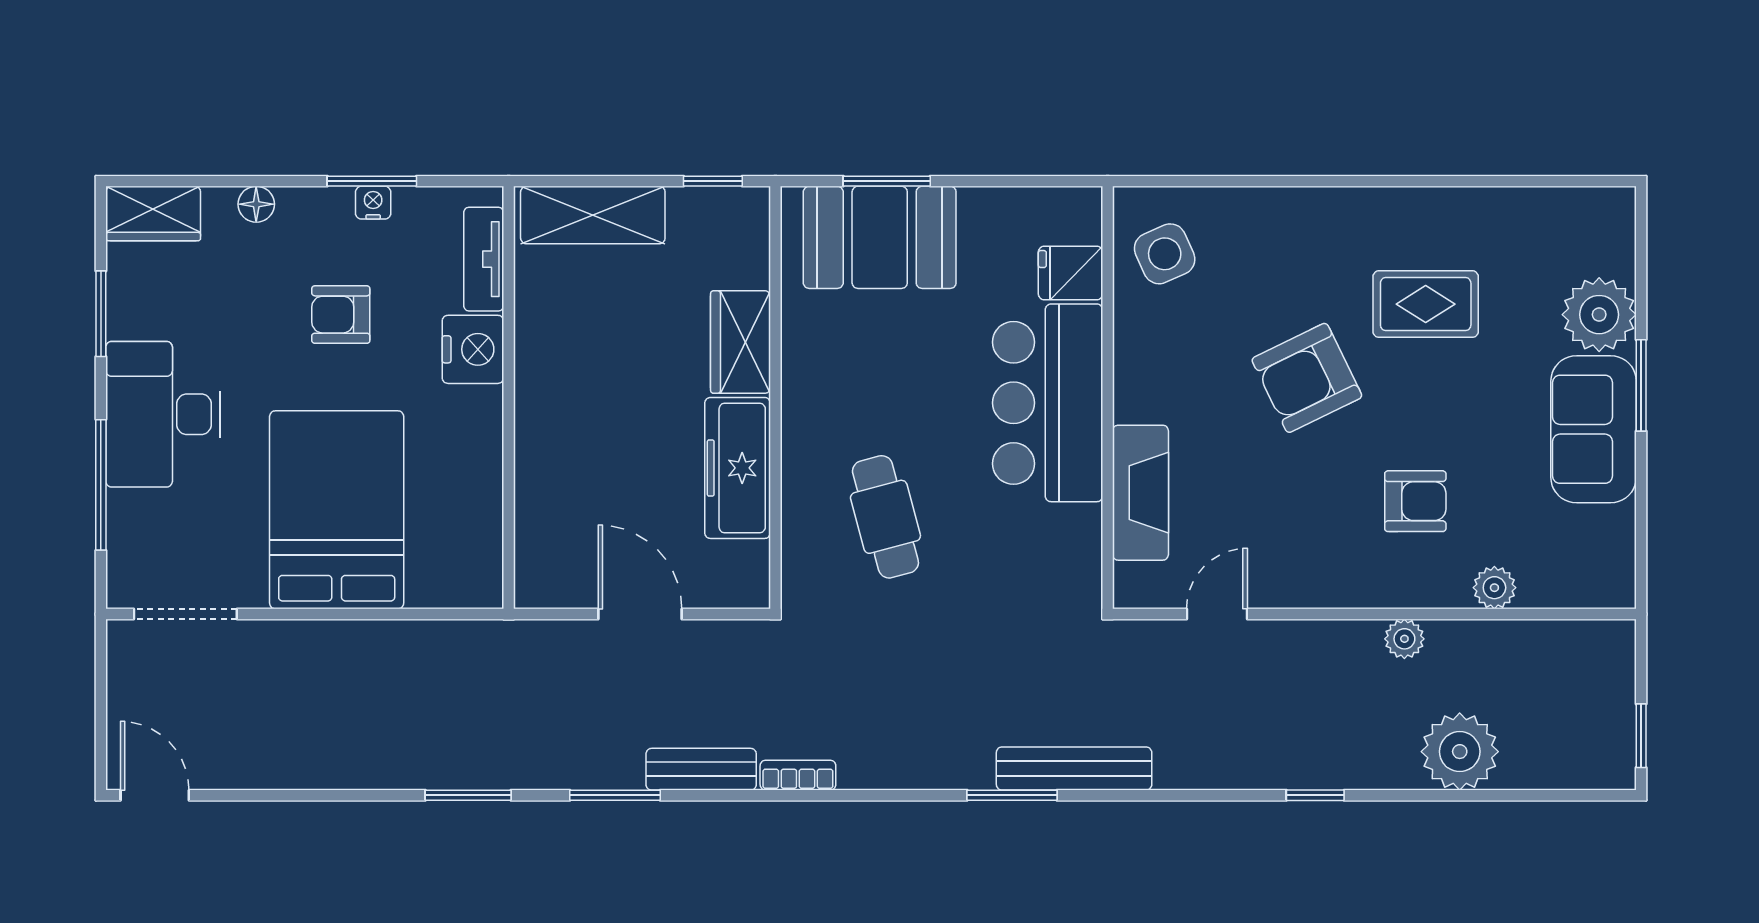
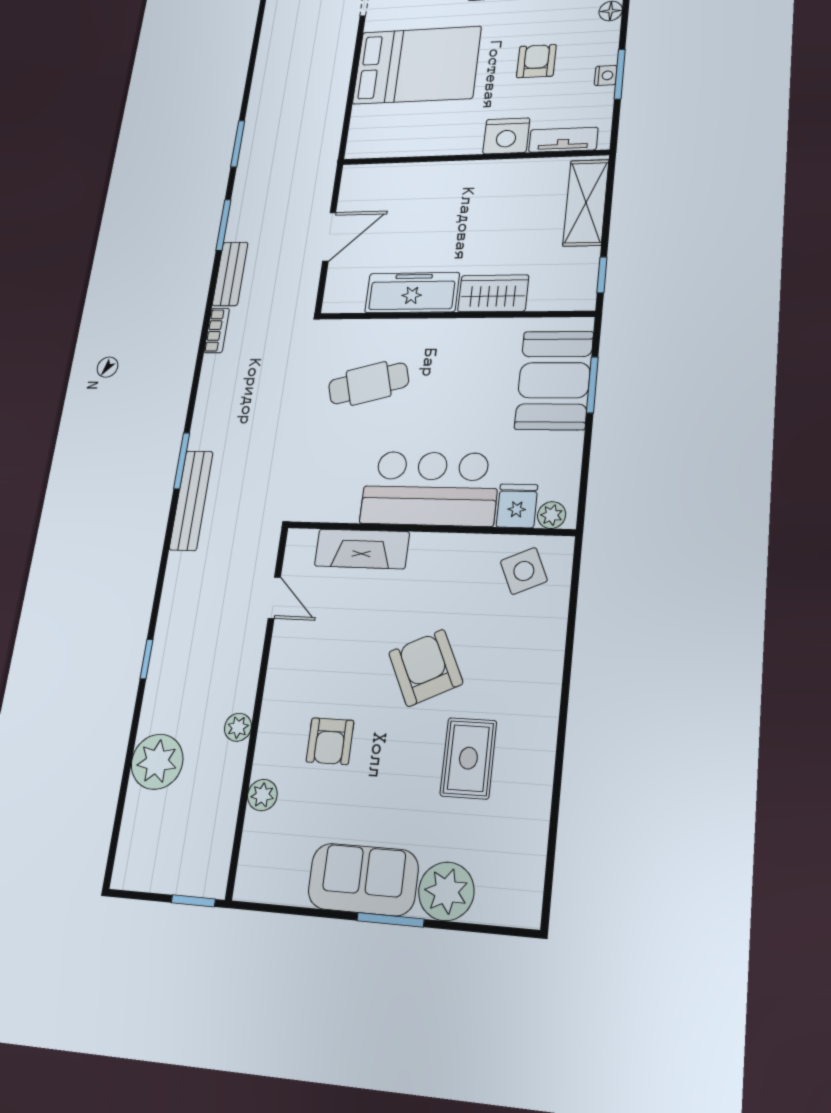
plant: (1083, 222) -> (552, 515), added
window: (1641, 736) -> (193, 901), moved

